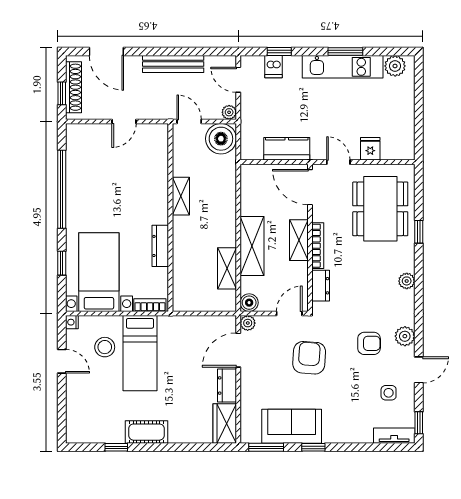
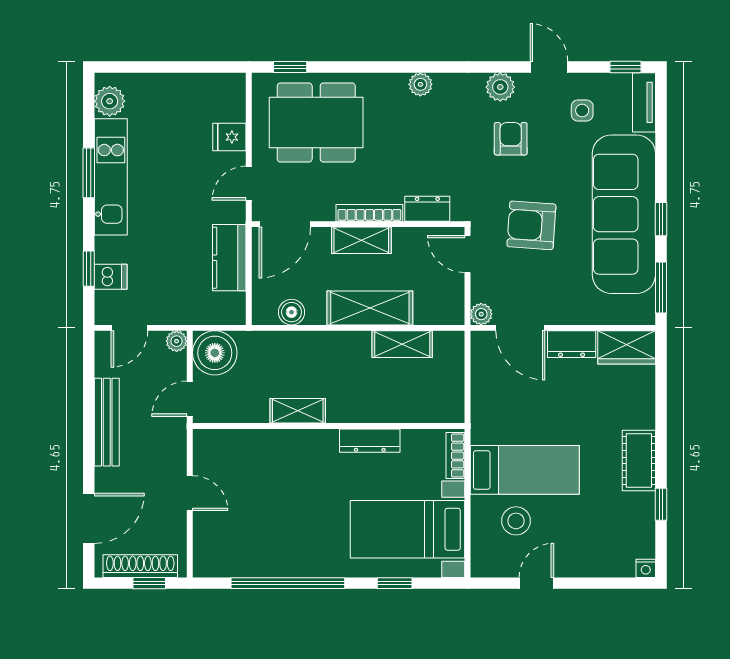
window: (419, 232) -> (290, 67), moved
boiler: (249, 303) -> (292, 312), moved
nightstand: (72, 322) -> (646, 568), moved
sofa: (292, 426) -> (624, 214), width x1.85, depth x1.27

